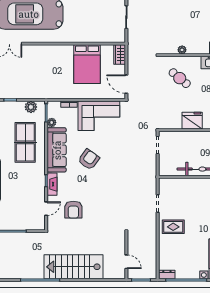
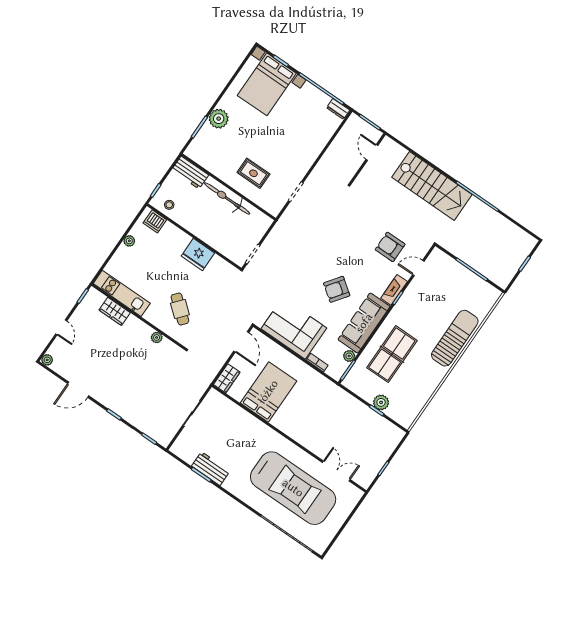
plant: (31, 107) -> (381, 402), moved
armchair: (73, 210) -> (390, 247), turned -90
rug: (173, 227) -> (253, 173), moved

